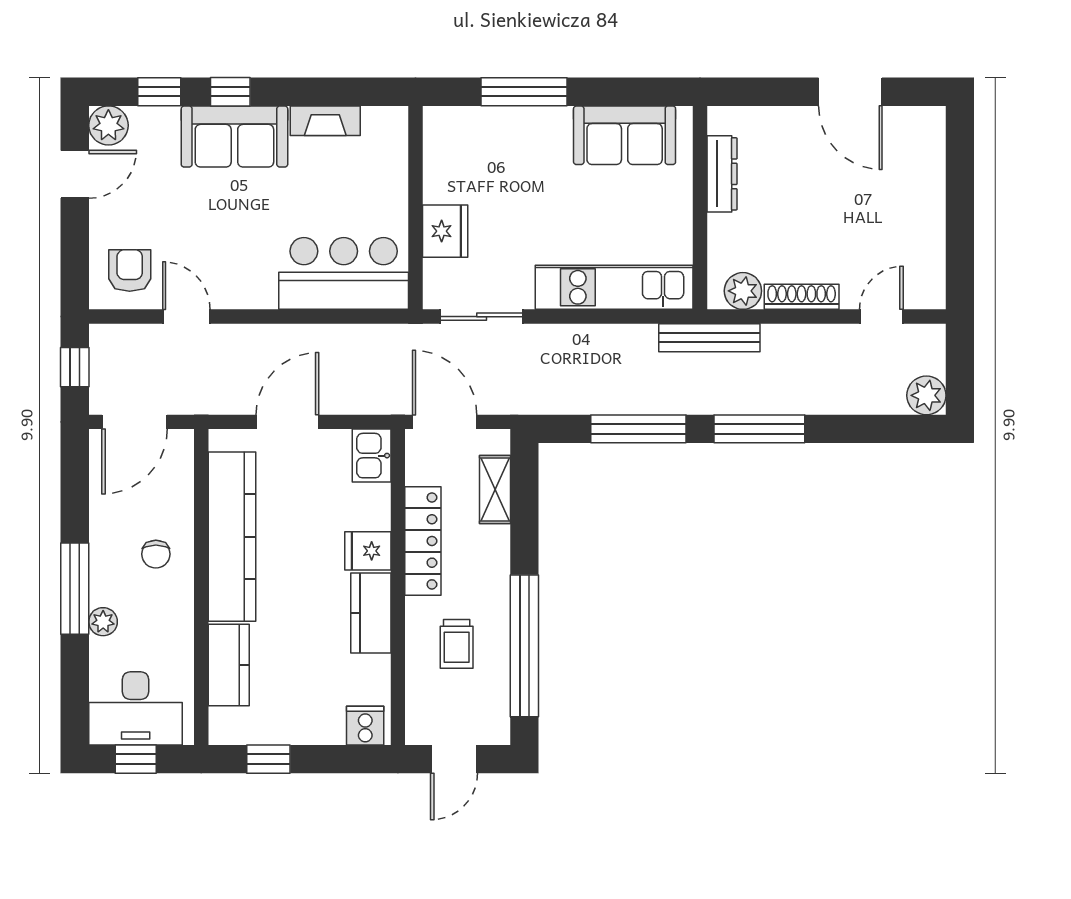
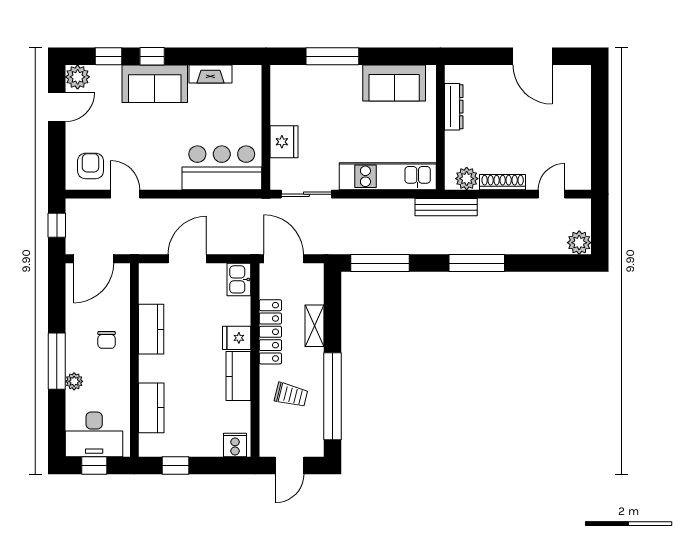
window: (638, 429) -> (380, 263), moved
shelving: (495, 489) -> (315, 326), moved
kitchen counter: (232, 537) -> (151, 329), width x0.48, depth x0.86
trolley: (457, 644) -> (291, 395), turned -76

